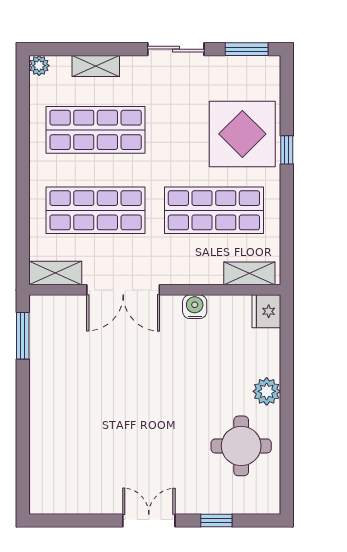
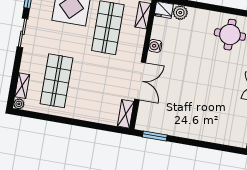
shelving: (96, 66) -> (22, 86), moved
shop shelf: (96, 210) -> (97, 88), removed
plant: (267, 391) -> (180, 13), moved

